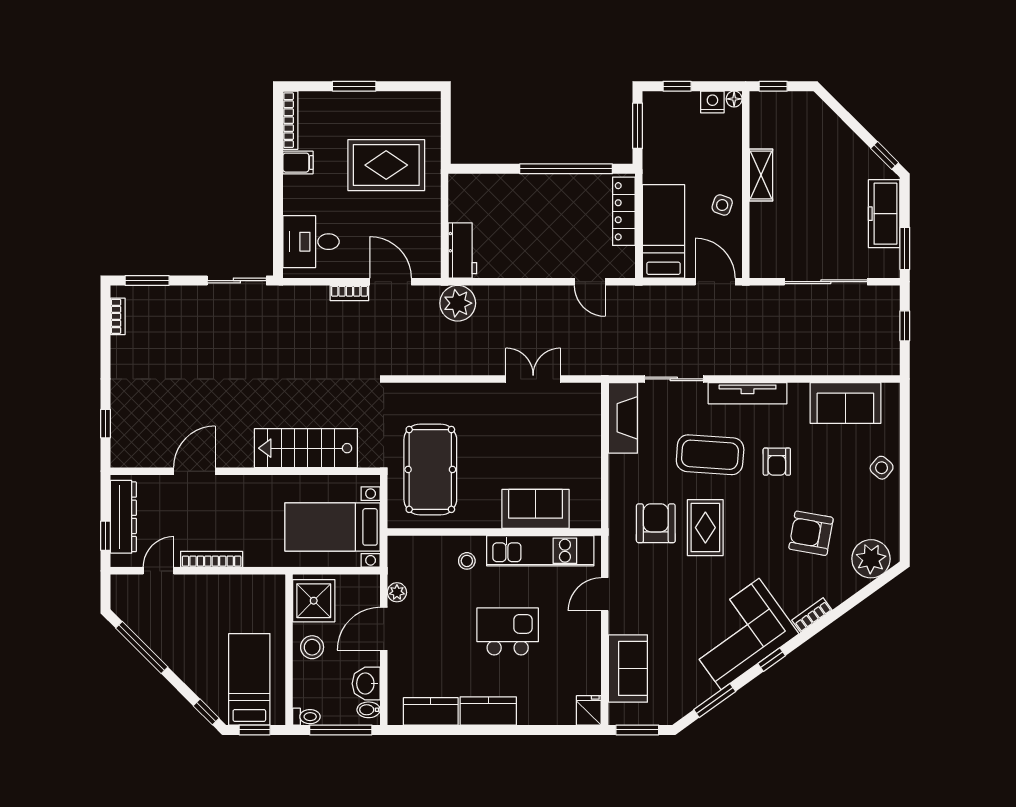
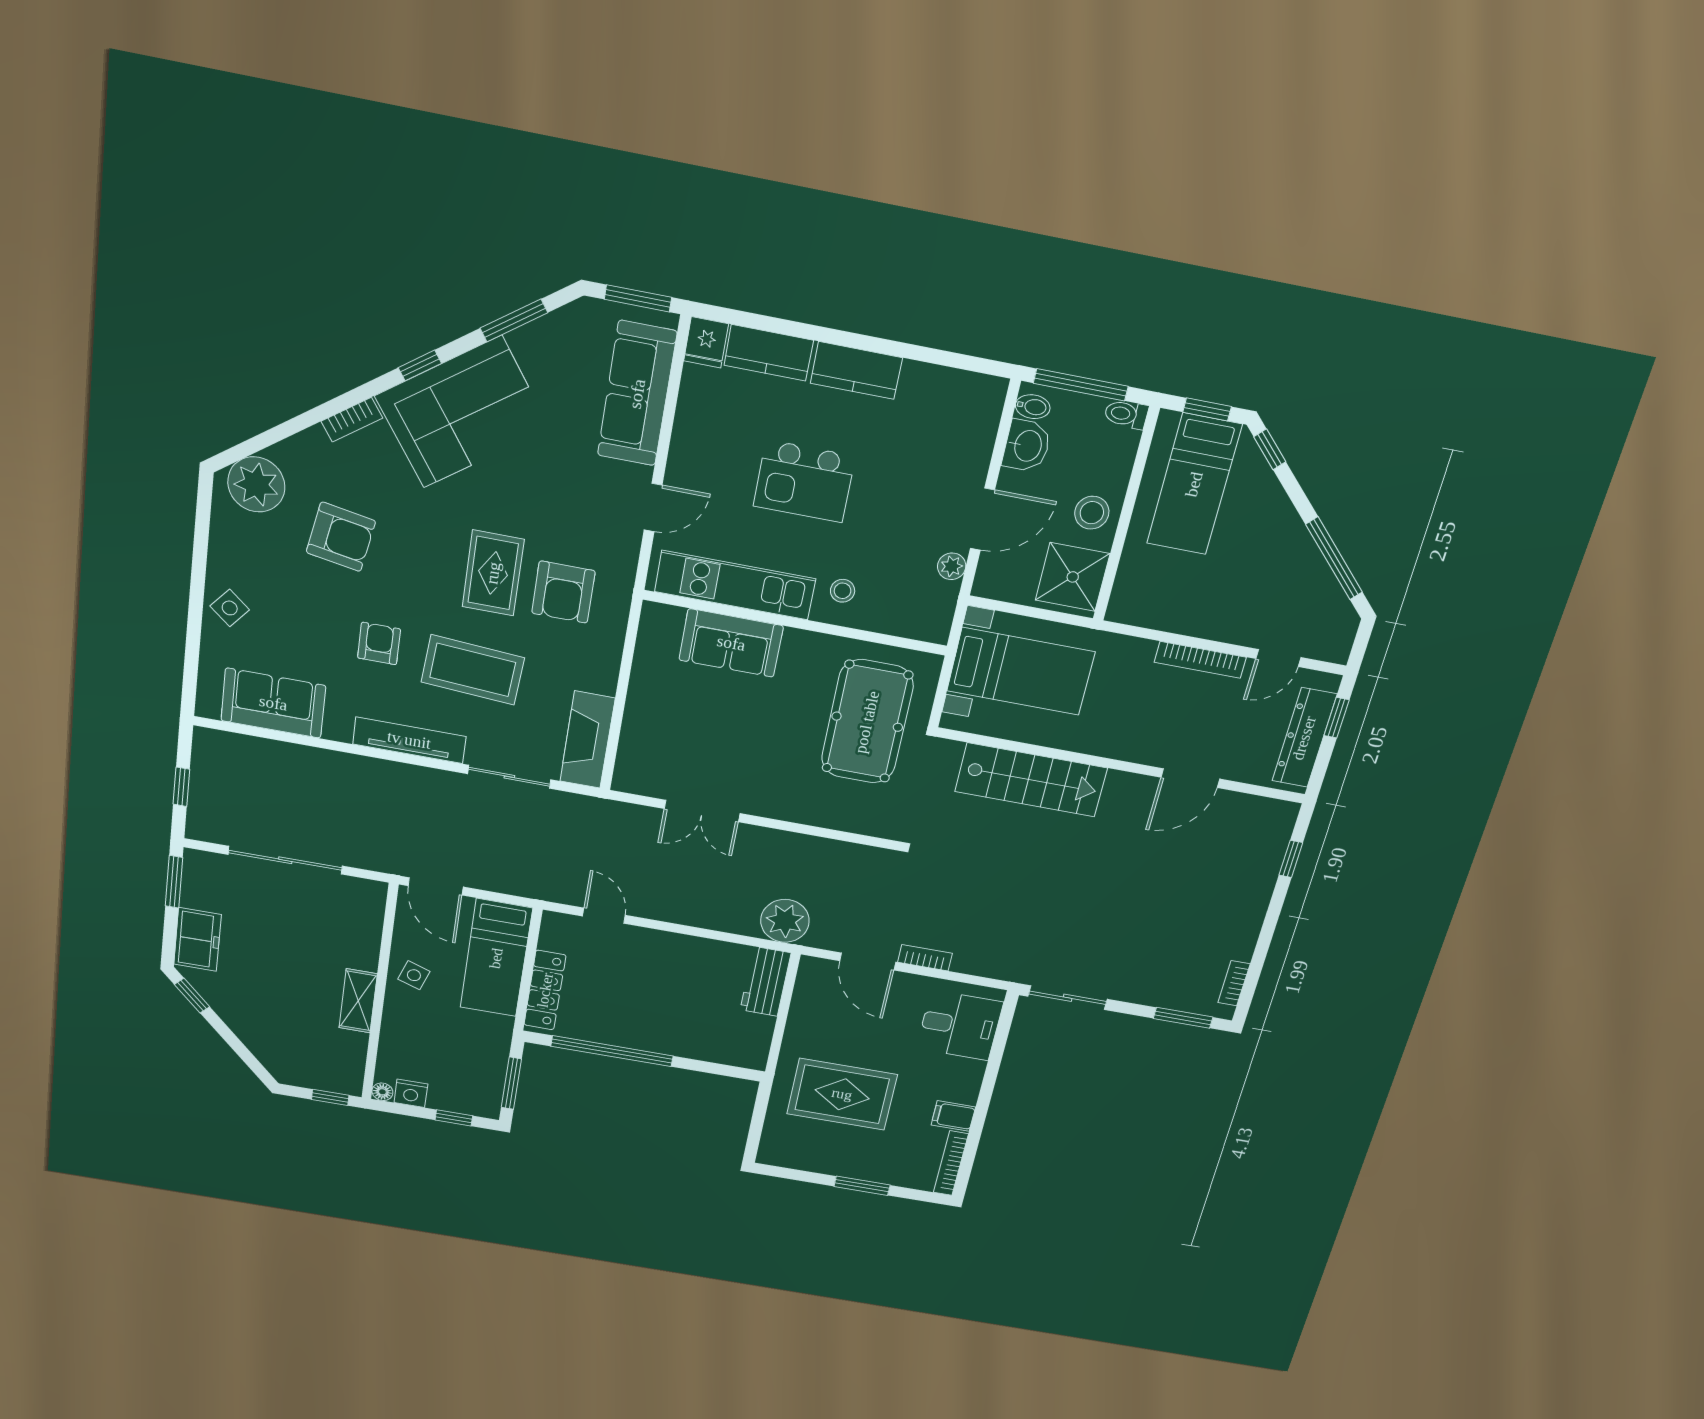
freezer: (884, 214) -> (197, 939), width x0.71
sofa: (628, 668) -> (637, 394), width x1.36
kitchen counter: (431, 711) -> (769, 353), moved

